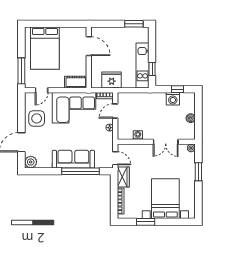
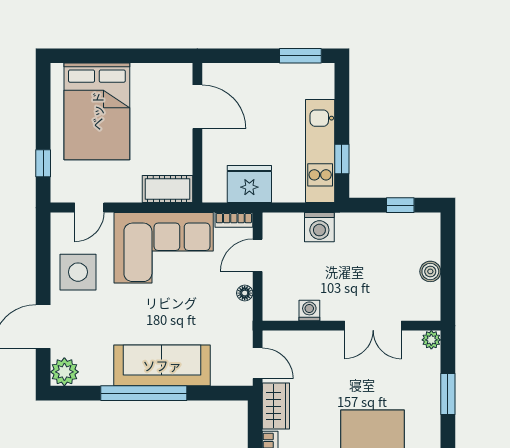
window: (21, 71) -> (43, 163), width x0.46
washing machine: (173, 99) -> (319, 227), moved
window: (81, 171) -> (144, 393), moved

